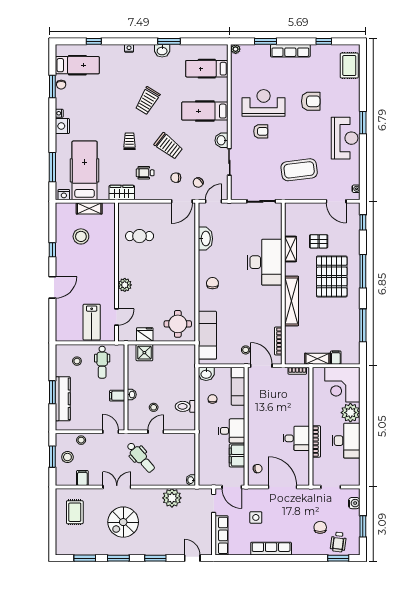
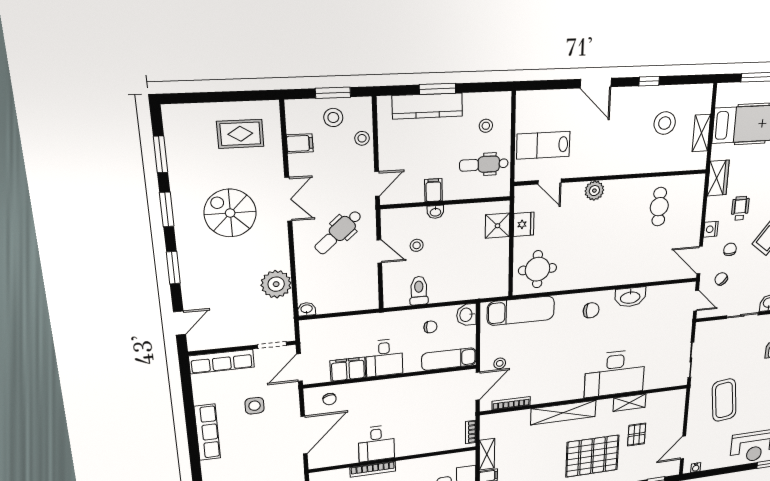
nightstand: (64, 195) -> (711, 229), moved
washbasin: (205, 239) -> (630, 297), moved

